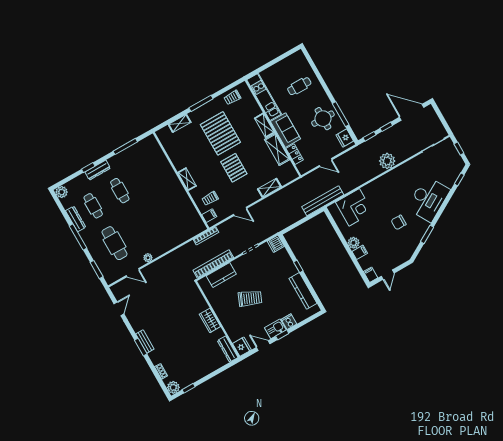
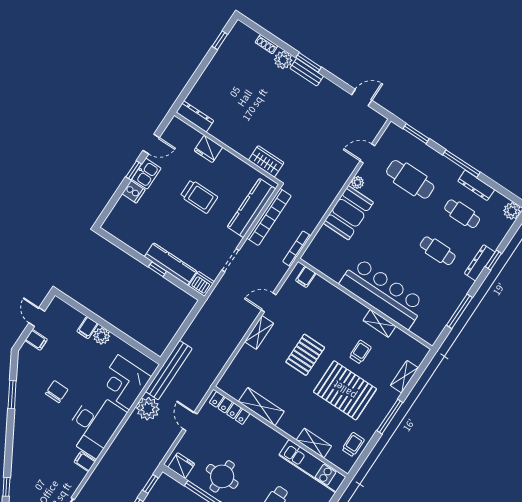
shelving: (264, 125) -> (314, 443), moved
sofa: (285, 130) -> (263, 437), removed
locker: (295, 154) -> (230, 408), width x1.53
plant: (387, 161) -> (148, 409), moved
door: (326, 163) -> (190, 421), hinge flipped
pallet: (234, 168) -> (305, 355), turned 90
filing cabinet: (403, 171) -> (85, 461), added
shelving: (187, 179) -> (379, 323), moved
bar counter: (167, 182) -> (383, 293), added
shelving: (269, 188) -> (259, 332), moved
trolley: (210, 198) -> (360, 352), moved
desk: (428, 199) -> (95, 425), moved, turned -150
booth: (163, 242) -> (348, 213), added
kitchen counter: (221, 275) -> (252, 208), width x1.50
filing cabinet: (371, 275) -> (36, 340), moved
kitchen counter: (303, 291) -> (171, 264), moved
trolley: (250, 298) -> (199, 196), turned -113
door: (119, 309) -> (362, 98), swing flipped
wardrobe: (210, 320) -> (266, 161), moved
fridge: (242, 347) -> (208, 149), moved
plant: (173, 387) -> (283, 60), moved

